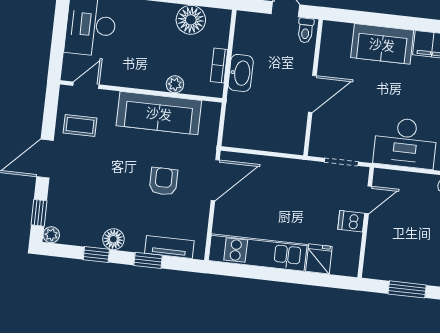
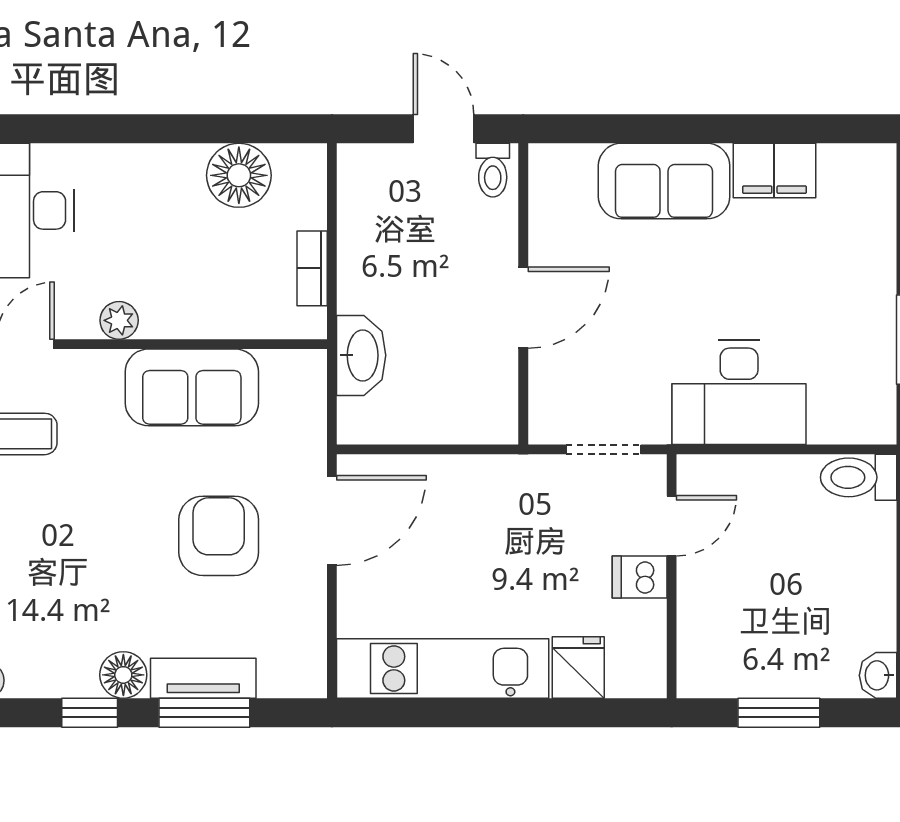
washbasin: (241, 73) -> (361, 355), moved
plant: (175, 84) -> (119, 320), moved
sofa: (159, 113) -> (192, 387), width x0.73
armchair: (163, 181) -> (219, 536), width x1.38, depth x1.38
tv unit: (169, 247) -> (203, 678), moved
window: (148, 260) -> (204, 713), width x1.50

